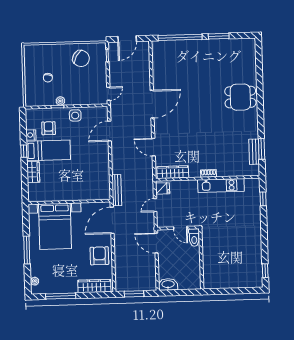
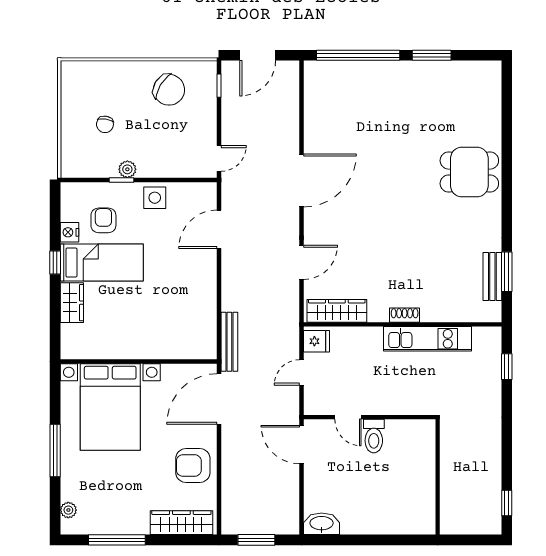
door: (153, 147) -> (302, 262), swing flipped
armchair: (99, 256) -> (193, 466), turned -90
wall: (201, 259) -> (438, 477), moved

